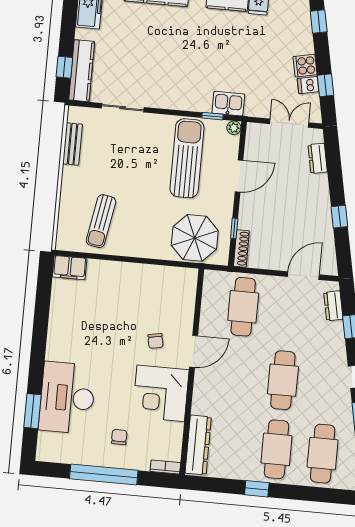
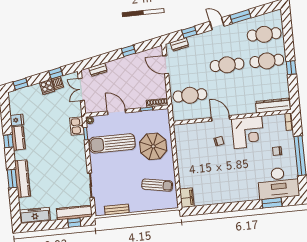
parasol: (195, 238) -> (153, 146), moved
desk: (67, 398) -> (278, 183), moved

